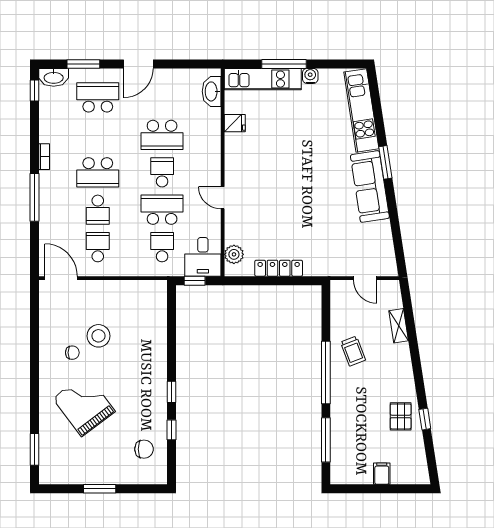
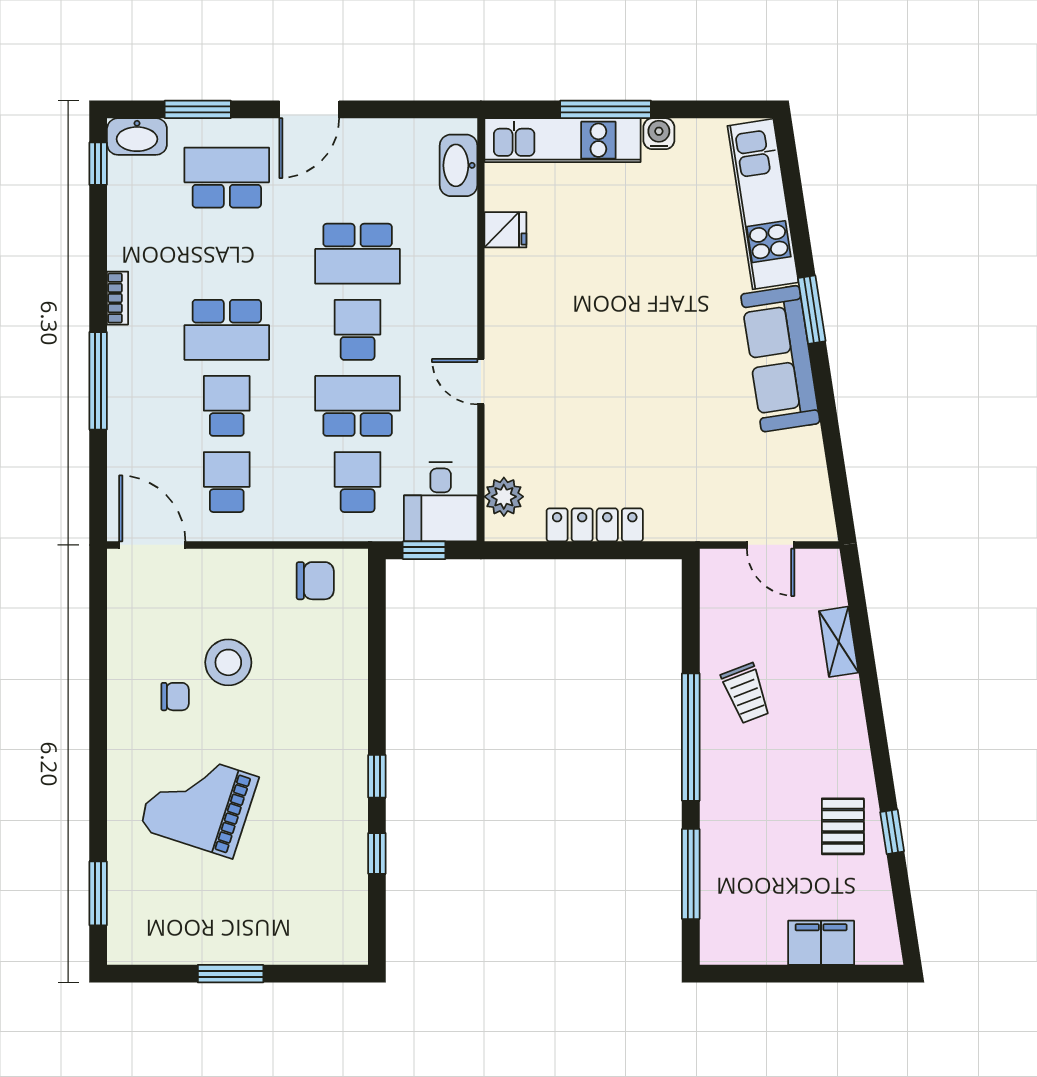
school desk: (98, 210) -> (227, 406), turned 180
grand piano: (84, 405) -> (199, 803), turned -35
chair: (144, 449) -> (315, 581), moved
filing cabinet: (382, 474) -> (821, 943), width x2.00

